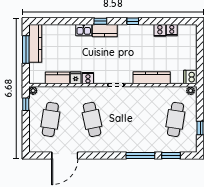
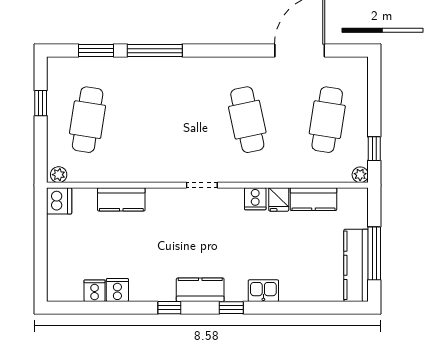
kitchen counter: (105, 31) -> (200, 290), moved
kitchen counter: (152, 78) -> (121, 199), width x0.67

